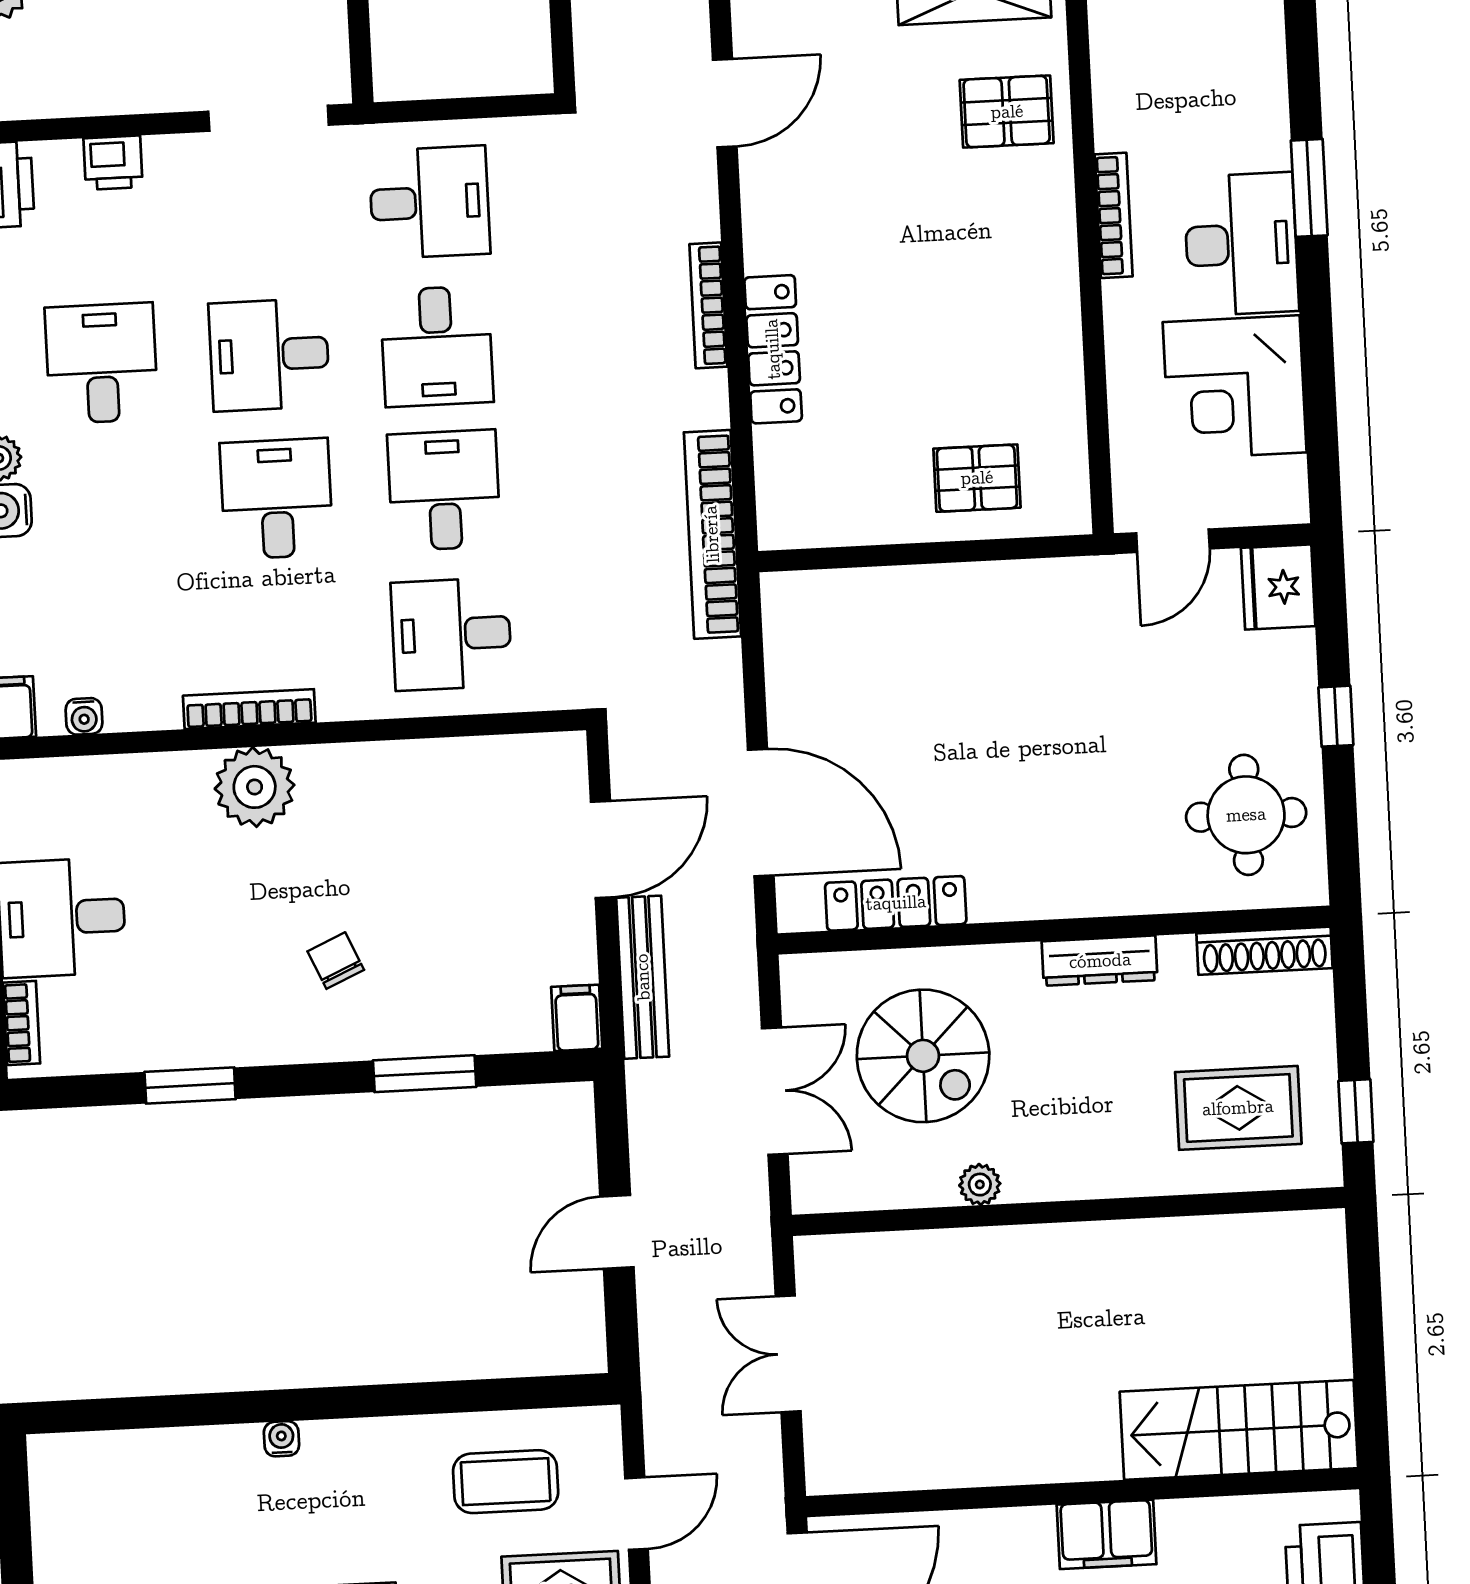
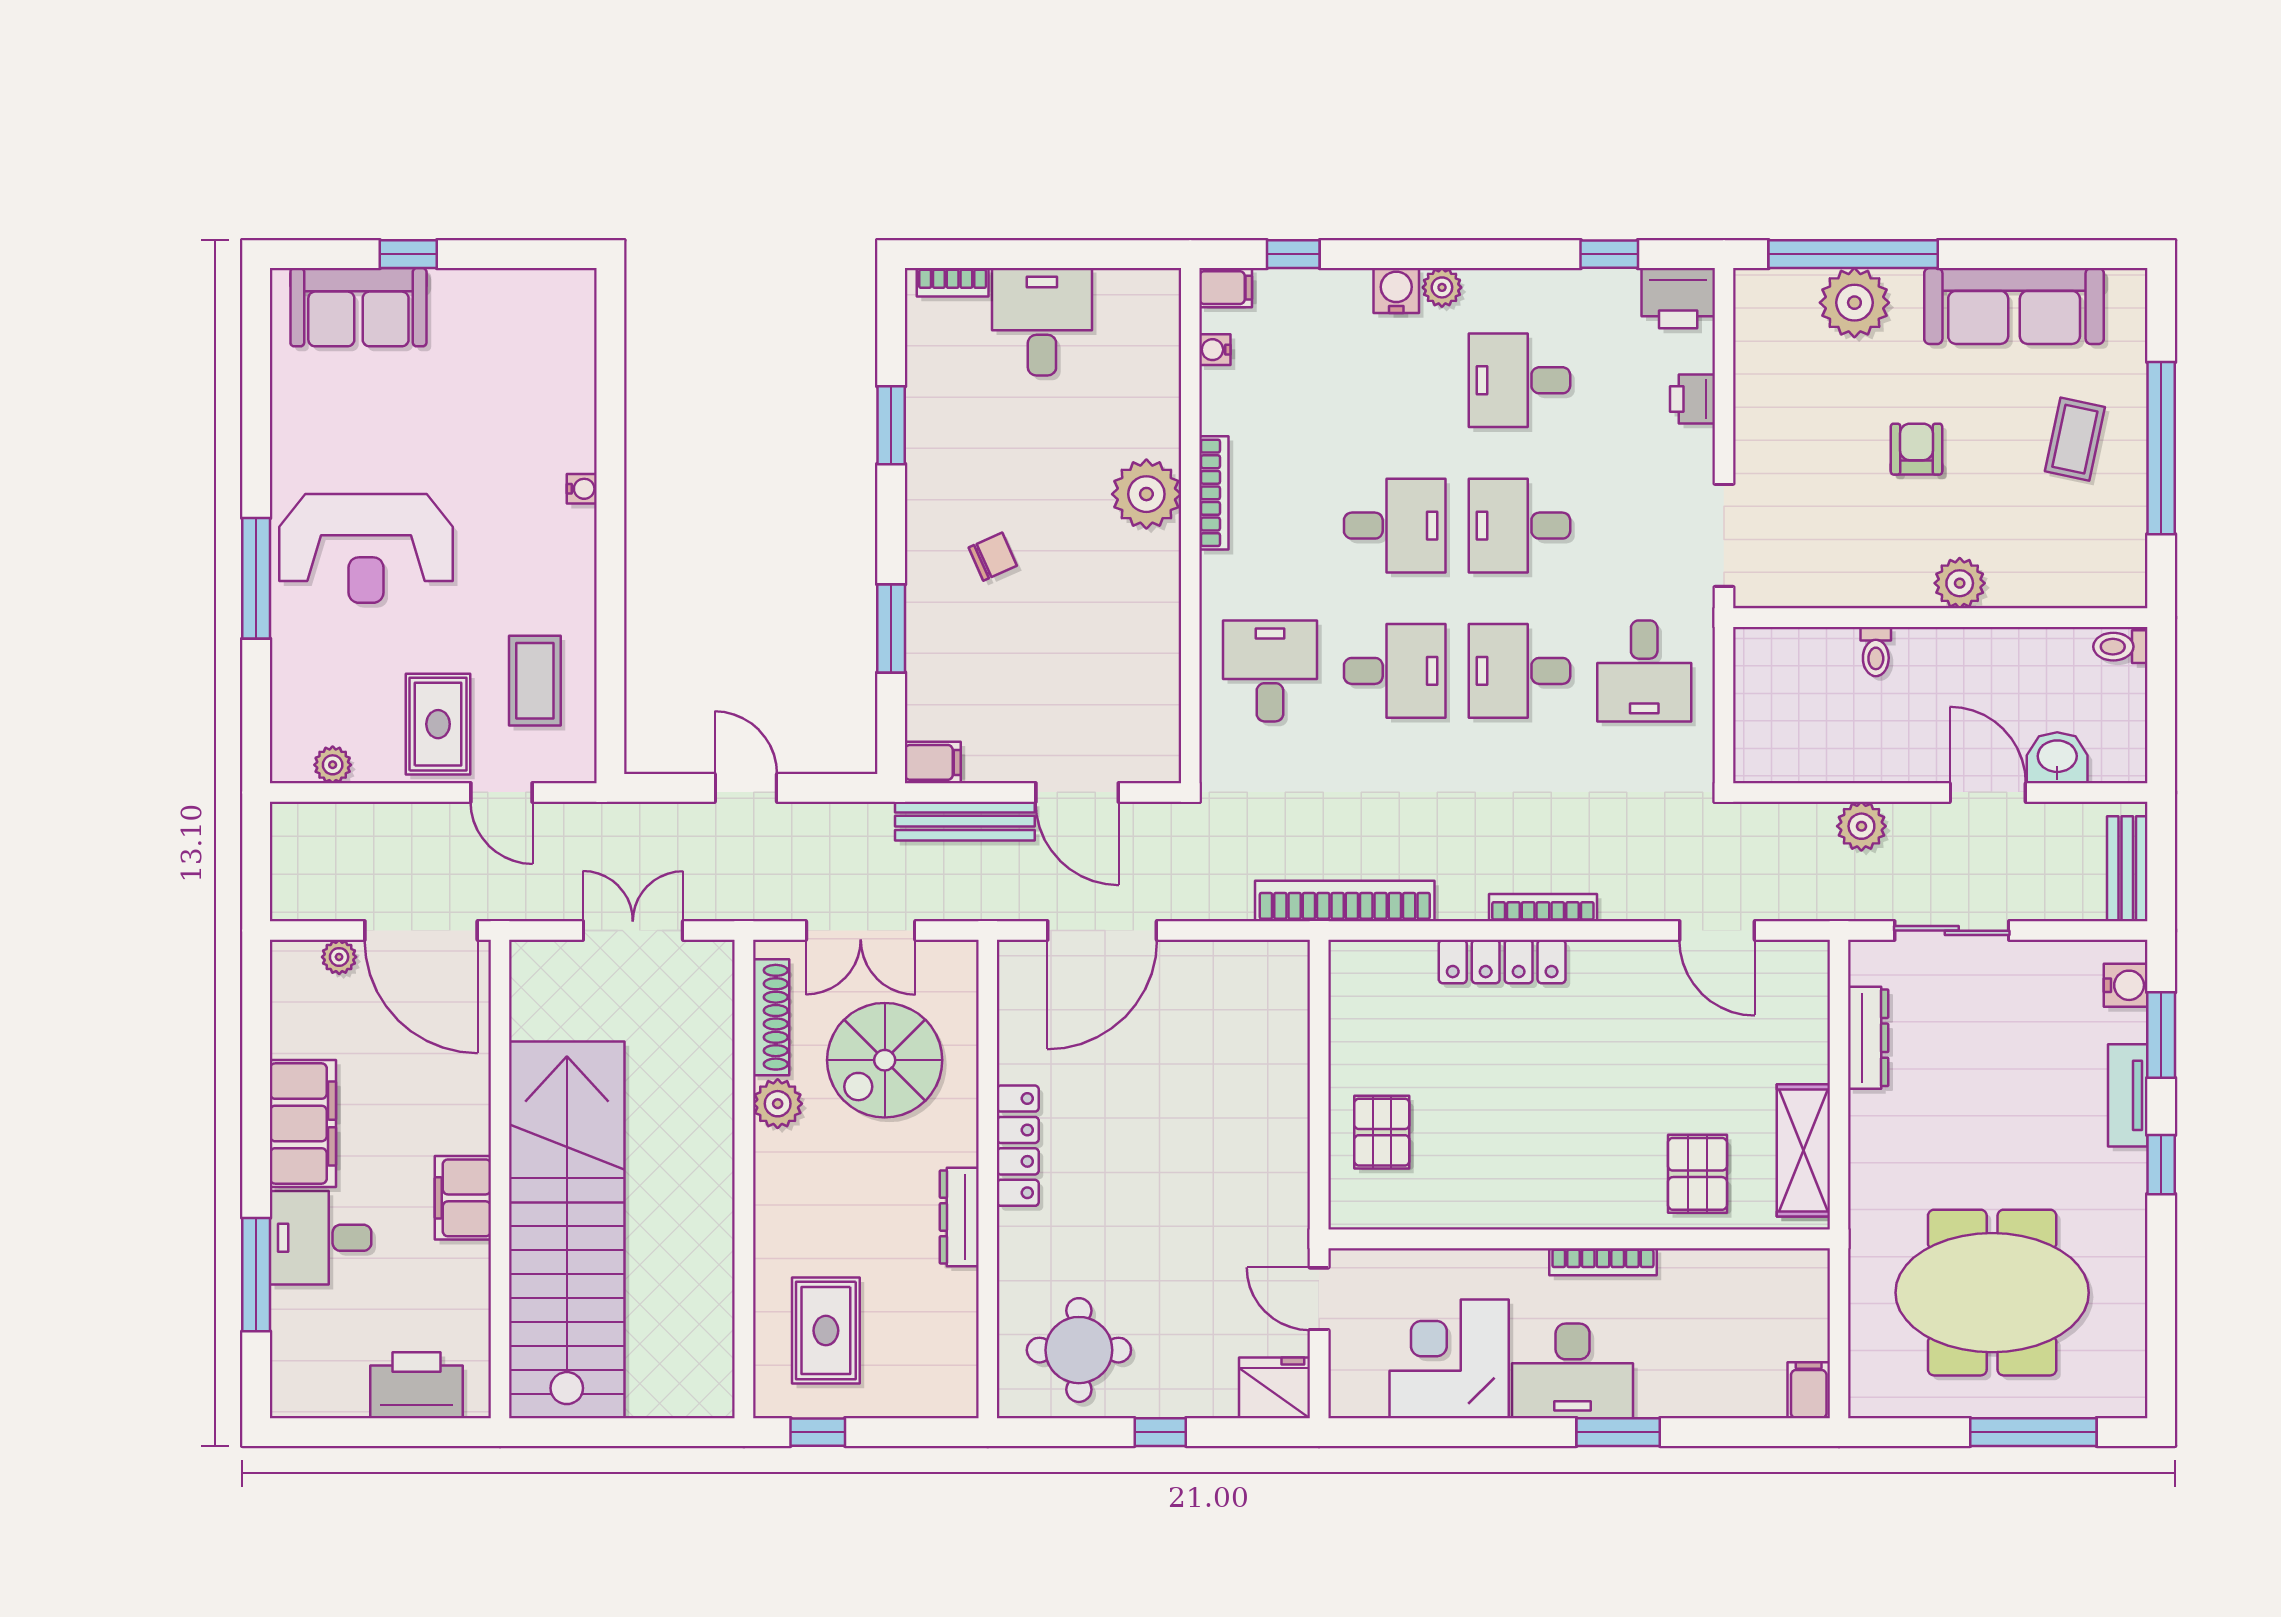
desk: (269, 355) -> (1519, 526), turned -90
desk: (102, 363) -> (1519, 380), turned 180
locker: (896, 903) -> (1018, 1146), moved
shoe rack: (1265, 951) -> (771, 1017), moved, turned 180
plant: (980, 1185) -> (778, 1104), width x1.38, depth x1.38
stairs: (1239, 1430) -> (567, 1230), width x1.86, depth x1.51

